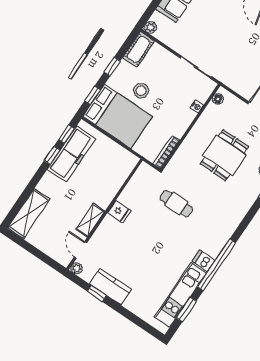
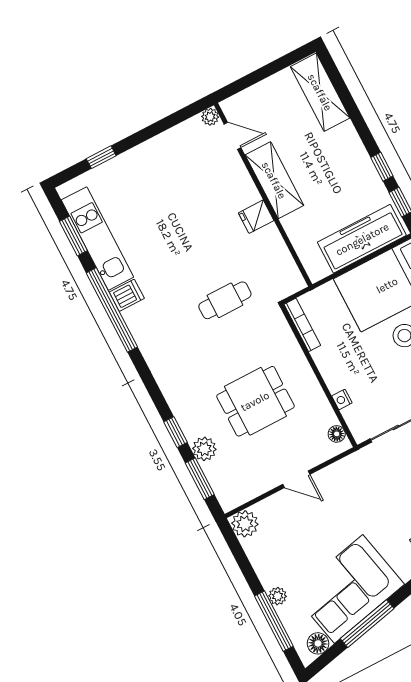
freezer: (71, 154) -> (362, 239), moved, turned 90
dining table: (224, 155) -> (255, 401), turned 90
shelving: (90, 220) -> (274, 180), width x1.50, depth x1.33
kitchen counter: (110, 287) -> (160, 149), removed
window: (97, 293) -> (101, 157), moved

